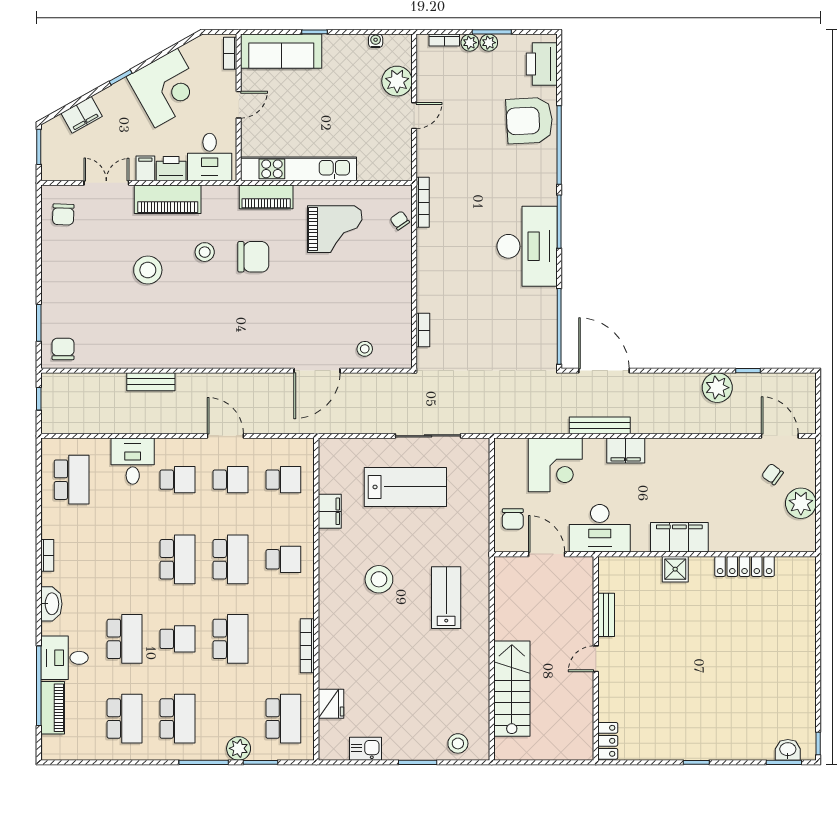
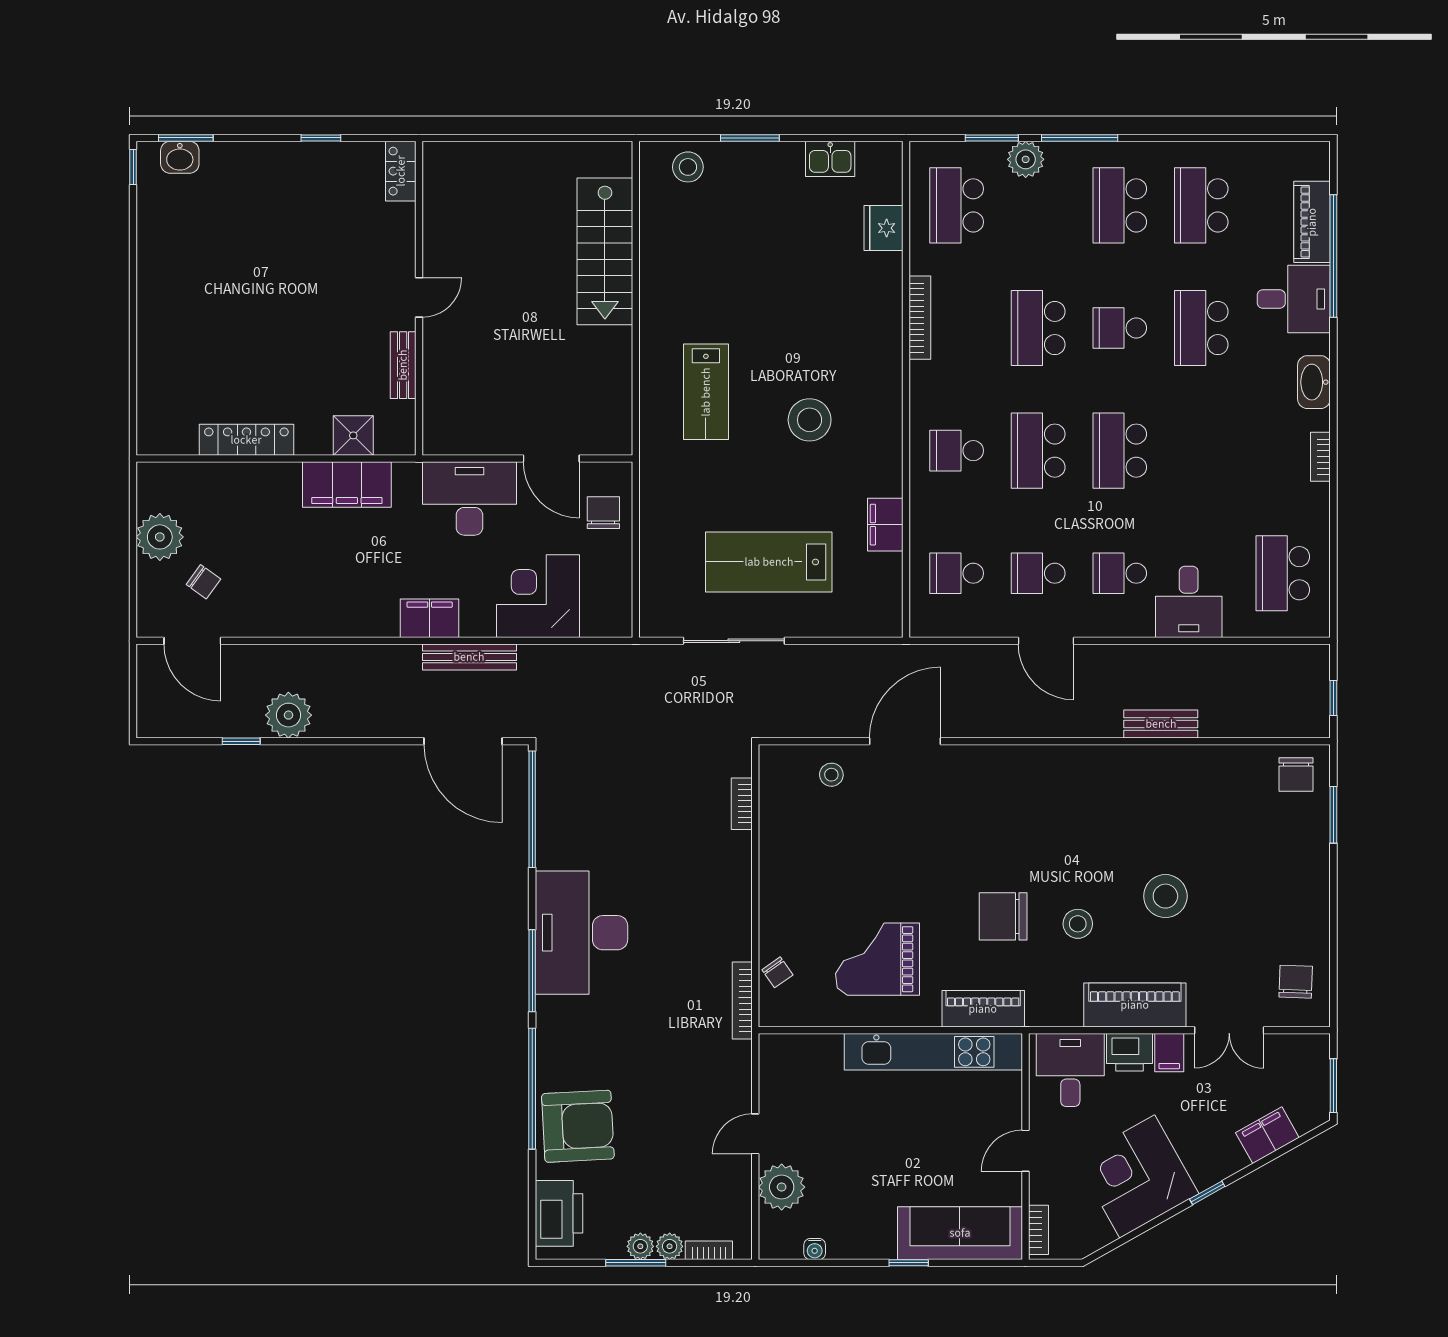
bench: (606, 615) -> (403, 365), moved
wall: (596, 658) -> (419, 298), moved
door: (596, 659) -> (419, 297), moved
locker: (608, 741) -> (401, 171), moved

